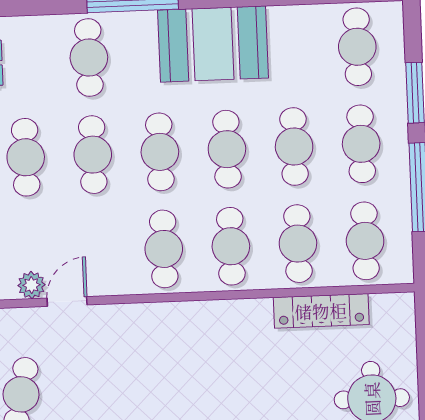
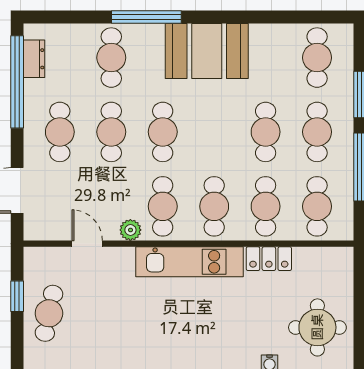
cafe table: (227, 149) -> (214, 132), removed
plant: (31, 285) -> (130, 230), moved
door: (67, 301) -> (87, 244), hinge flipped
locker: (321, 311) -> (269, 259), width x0.66
kitchen unit: (202, 320) -> (189, 262), added

